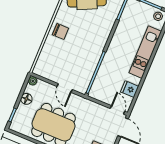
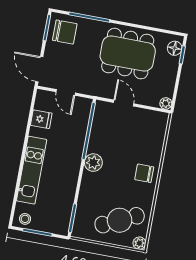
plant: (97, 48) -> (93, 163), added
floor lamp: (26, 99) -> (175, 48), moved
door: (117, 110) -> (66, 92), moved

